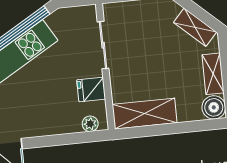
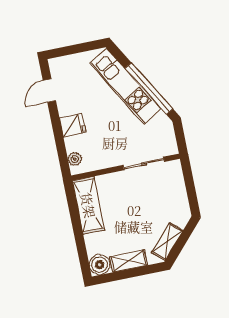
fridge: (91, 89) -> (73, 125), moved, turned 90

